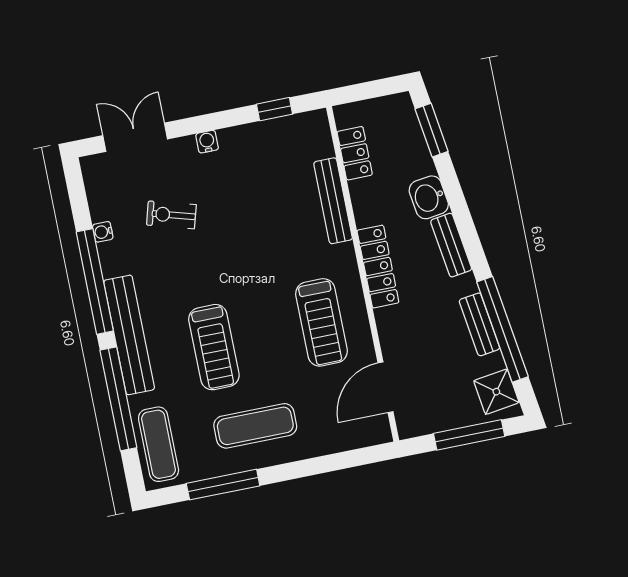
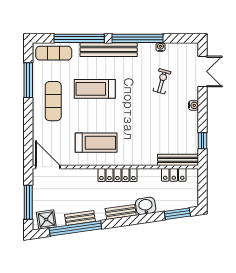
bench: (333, 201) -> (178, 160), moved
treadmill: (321, 322) -> (96, 143), turned 180
door: (385, 387) -> (48, 167), moved

